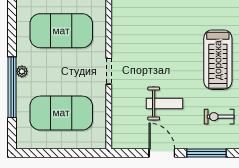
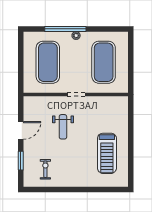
treadmill: (218, 60) -> (107, 153), moved, turned -90
weight bench: (165, 104) -> (63, 127), moved
window: (206, 153) -> (21, 161), width x0.69

